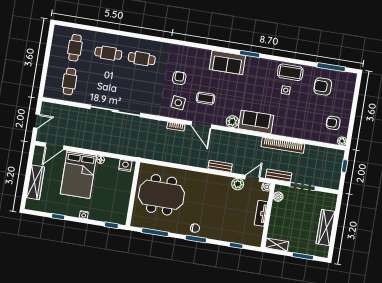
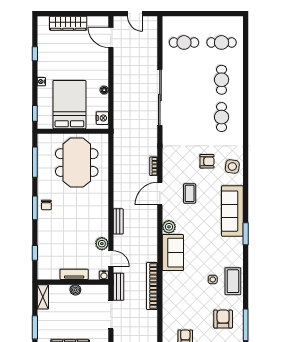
sofa: (227, 62) -> (232, 211), width x1.36
side table: (178, 103) -> (232, 167), moved
bed: (78, 175) -> (69, 105), moved, turned 90
boiler: (278, 197) -> (75, 290), moved

